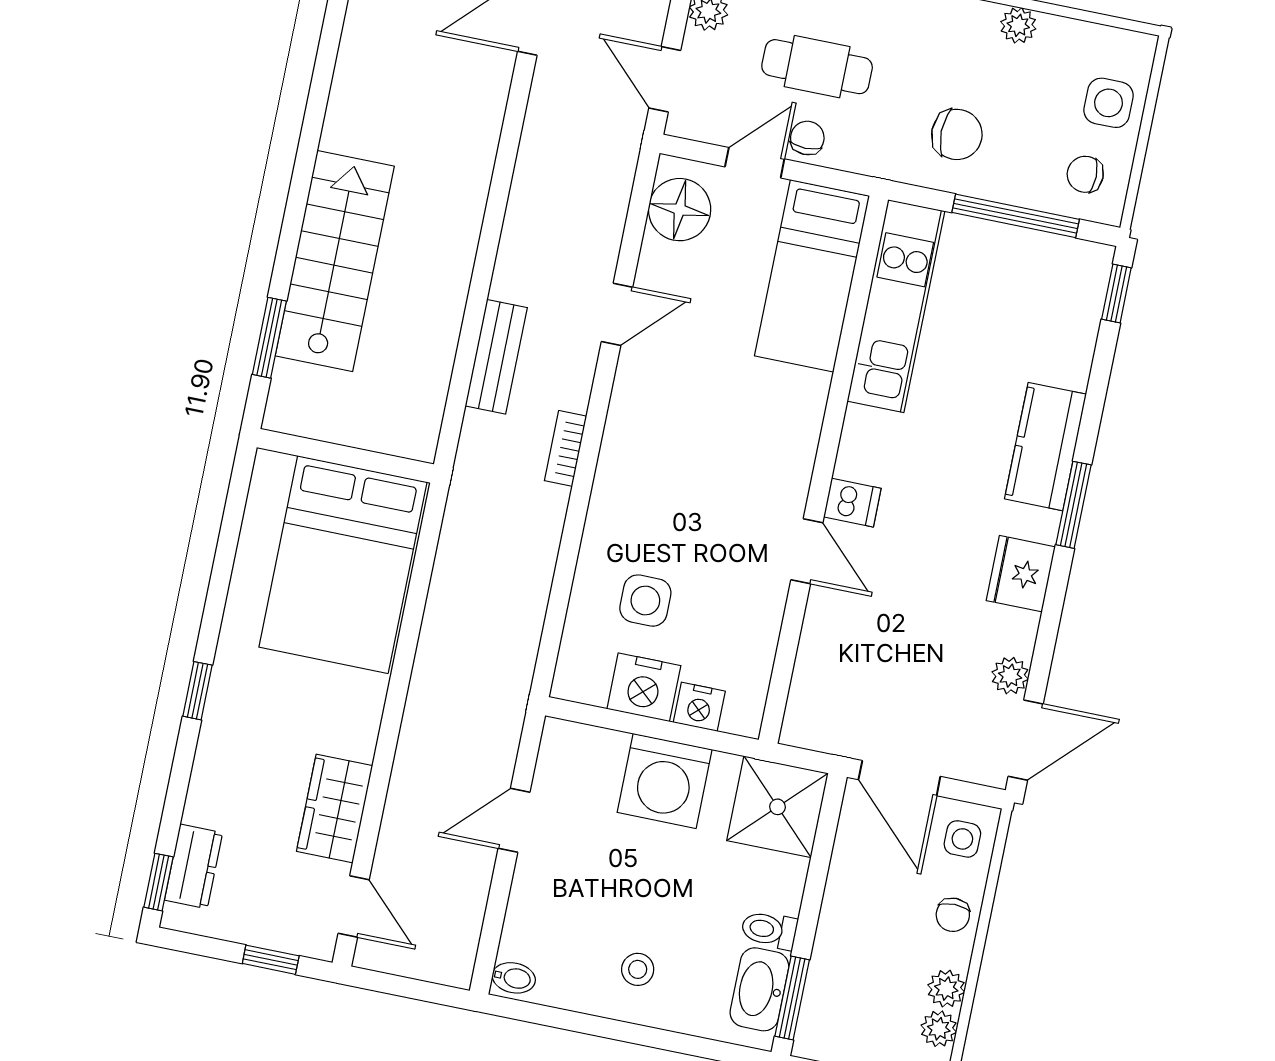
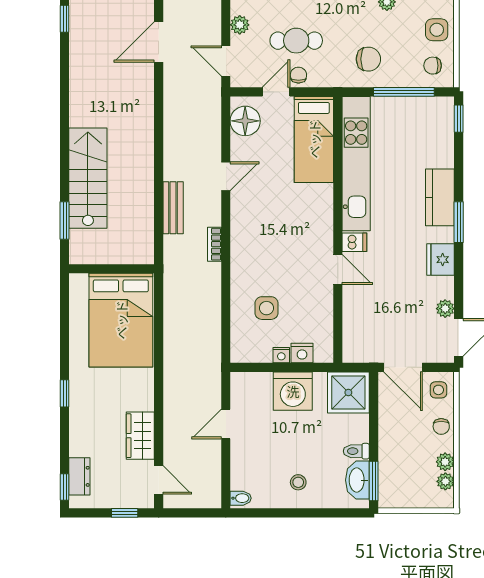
kitchen unit: (896, 306) -> (356, 164), width x1.36
nightstand: (644, 687) -> (281, 355), width x0.53, depth x0.56

